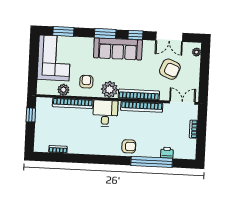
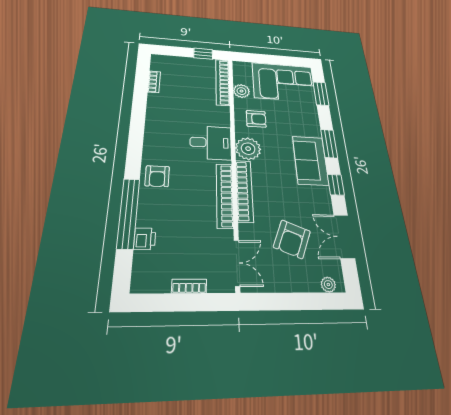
sofa: (118, 49) -> (310, 160), width x0.73
bookcase: (73, 103) -> (223, 82), moved

